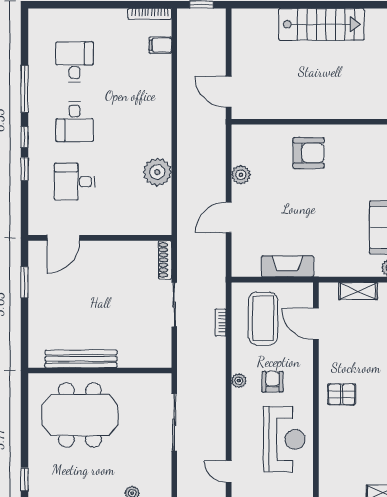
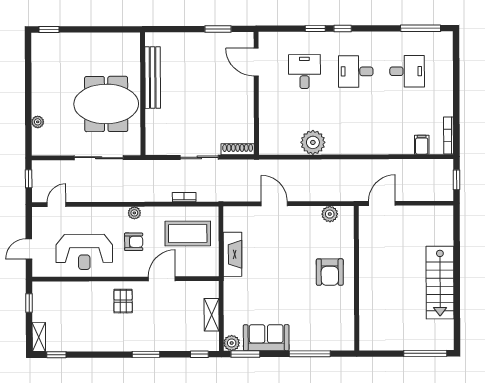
window: (24, 89) -> (421, 28), moved
plant: (241, 175) -> (330, 214), moved
door: (316, 324) -> (162, 279), moved
meeting table: (80, 415) -> (106, 104), moved, turned 90

